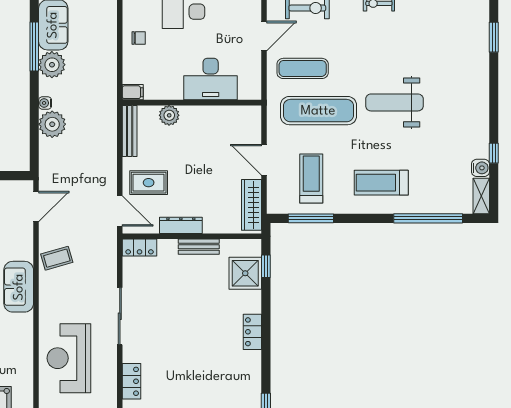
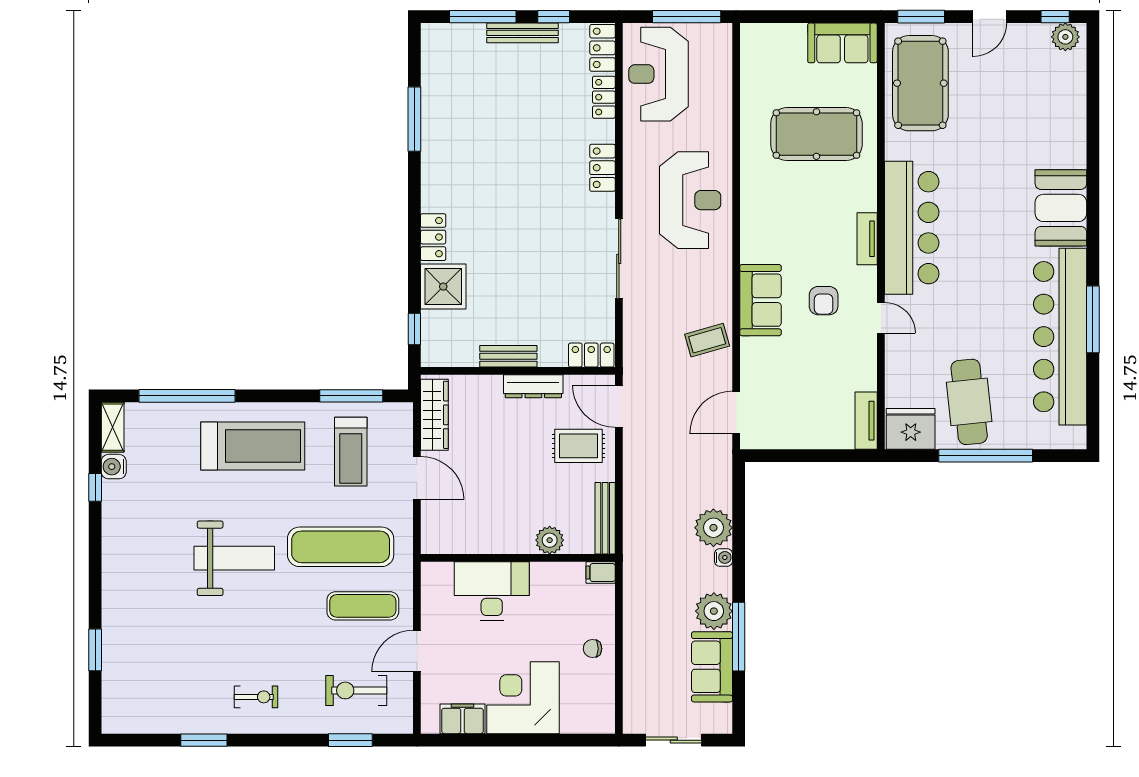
treadmill: (381, 183) -> (253, 446), width x1.37, depth x1.38
shower: (245, 273) -> (443, 287), moved

